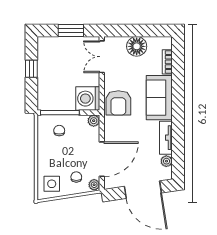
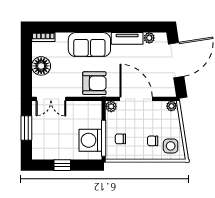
bookcase: (167, 62) -> (43, 37), moved
washing machine: (88, 99) -> (90, 140), moved, turned 90
door: (102, 159) -> (136, 99), moved
chair: (76, 177) -> (153, 141), moved

